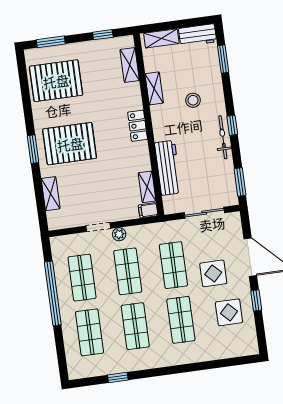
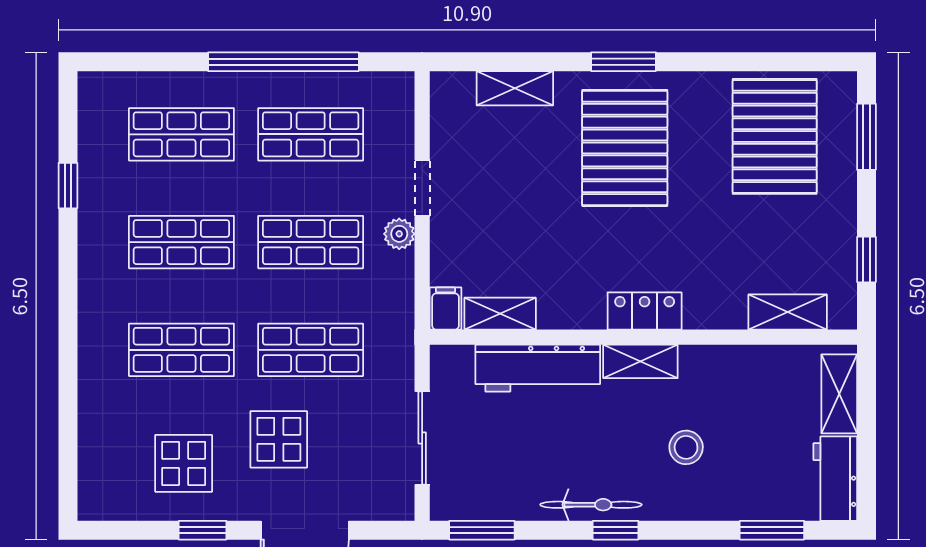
shelving: (154, 88) -> (640, 361), moved

